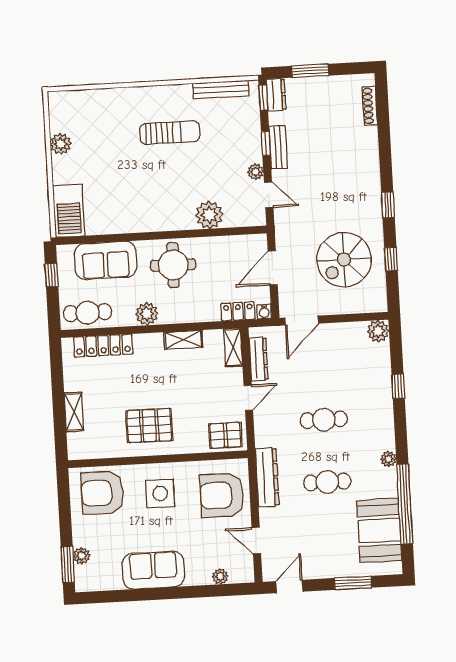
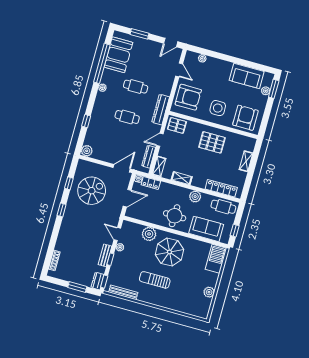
parasol: (160, 194) -> (169, 252), added
dresser: (267, 477) -> (161, 110), moved
armchair: (102, 493) -> (245, 118), turned -90
sofa: (153, 570) -> (247, 76), moved

